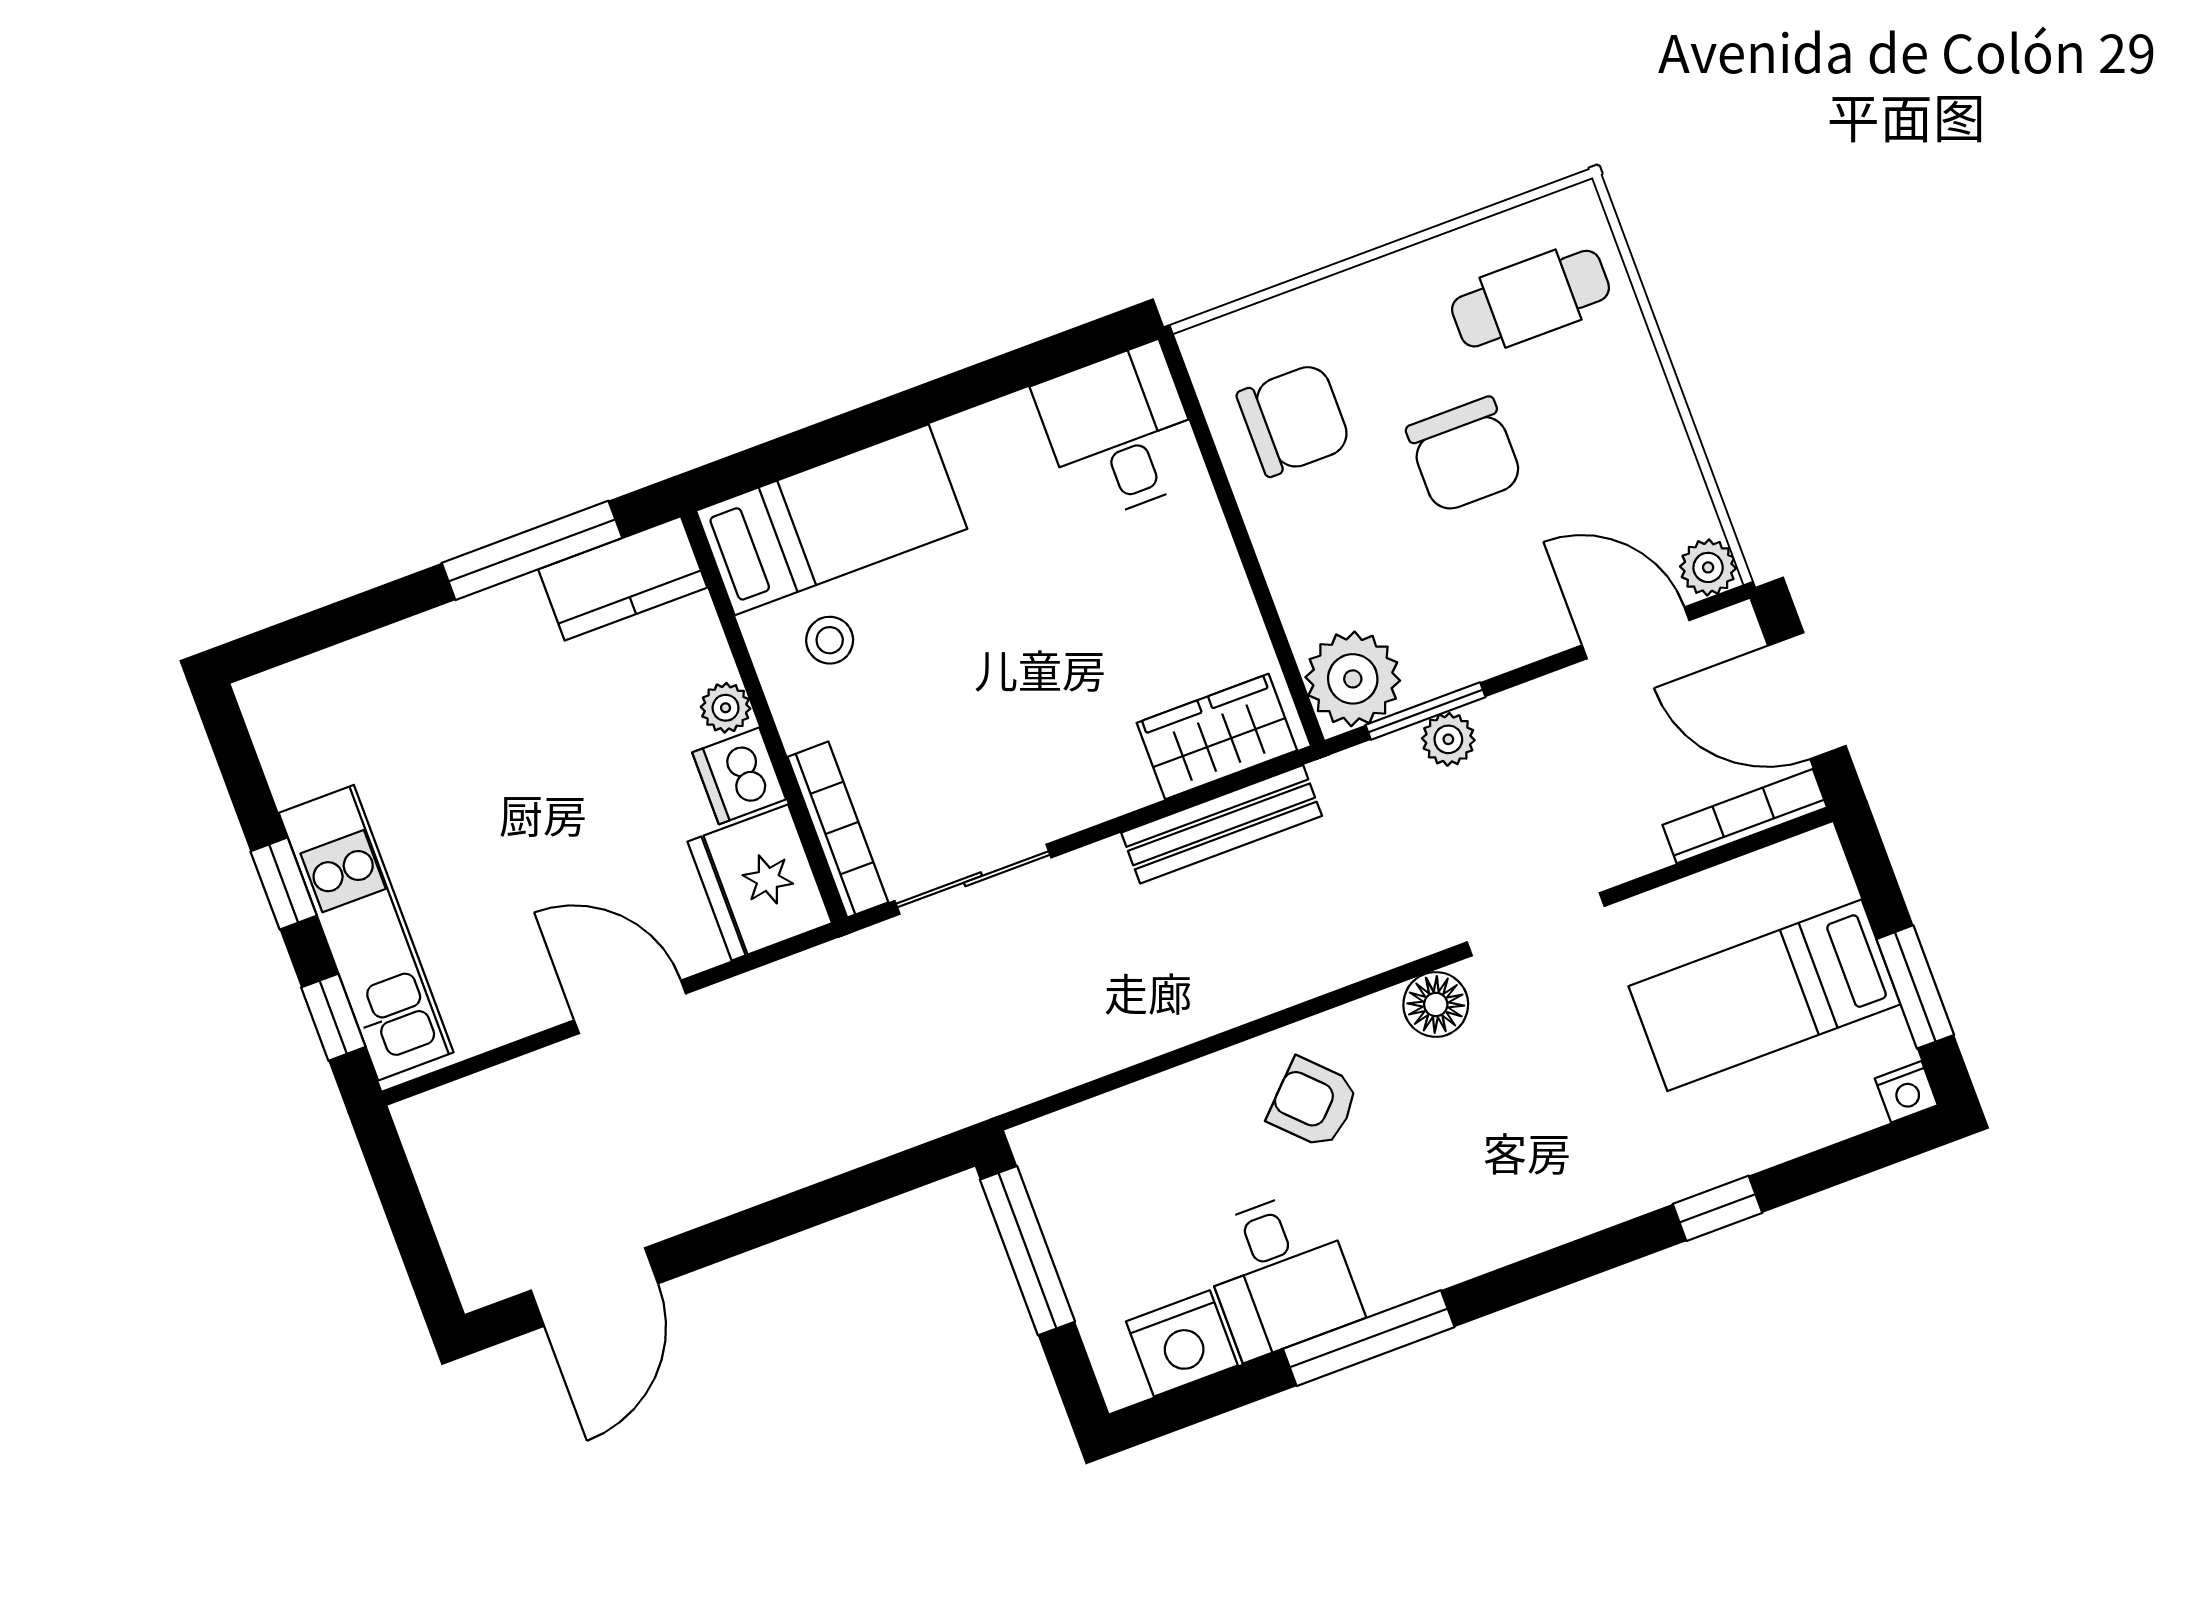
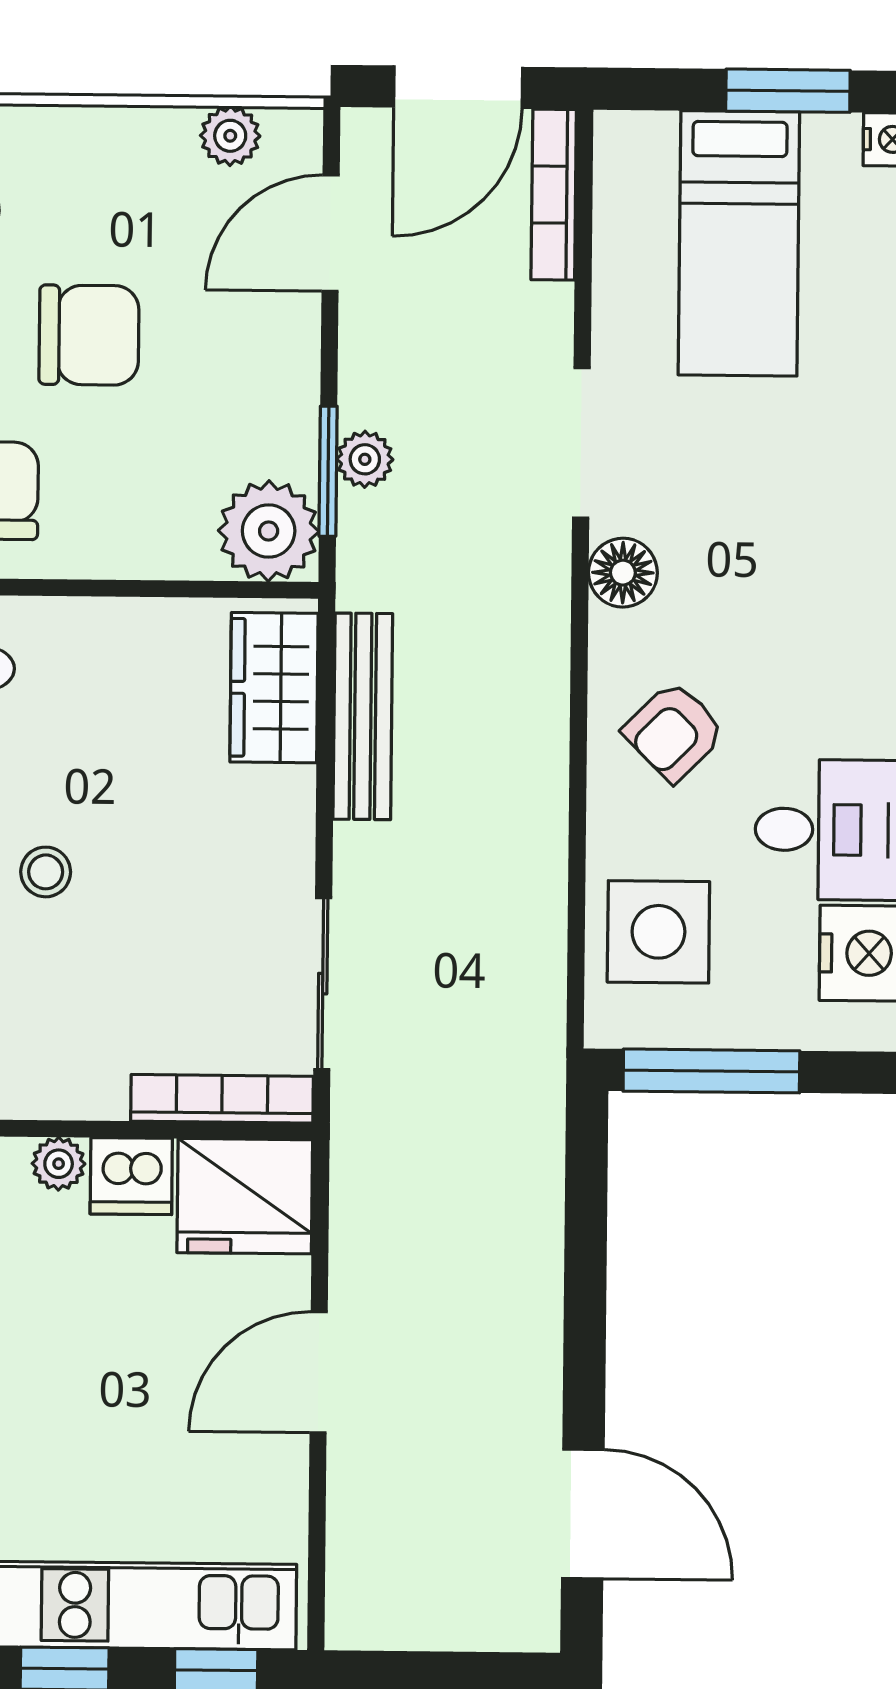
plant: (1708, 567) -> (230, 136), moved
stool: (830, 640) -> (46, 872), moved
side table: (1132, 1157) -> (658, 932), added

